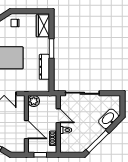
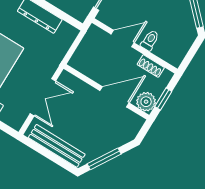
plant: (34, 101) -> (146, 102), moved

